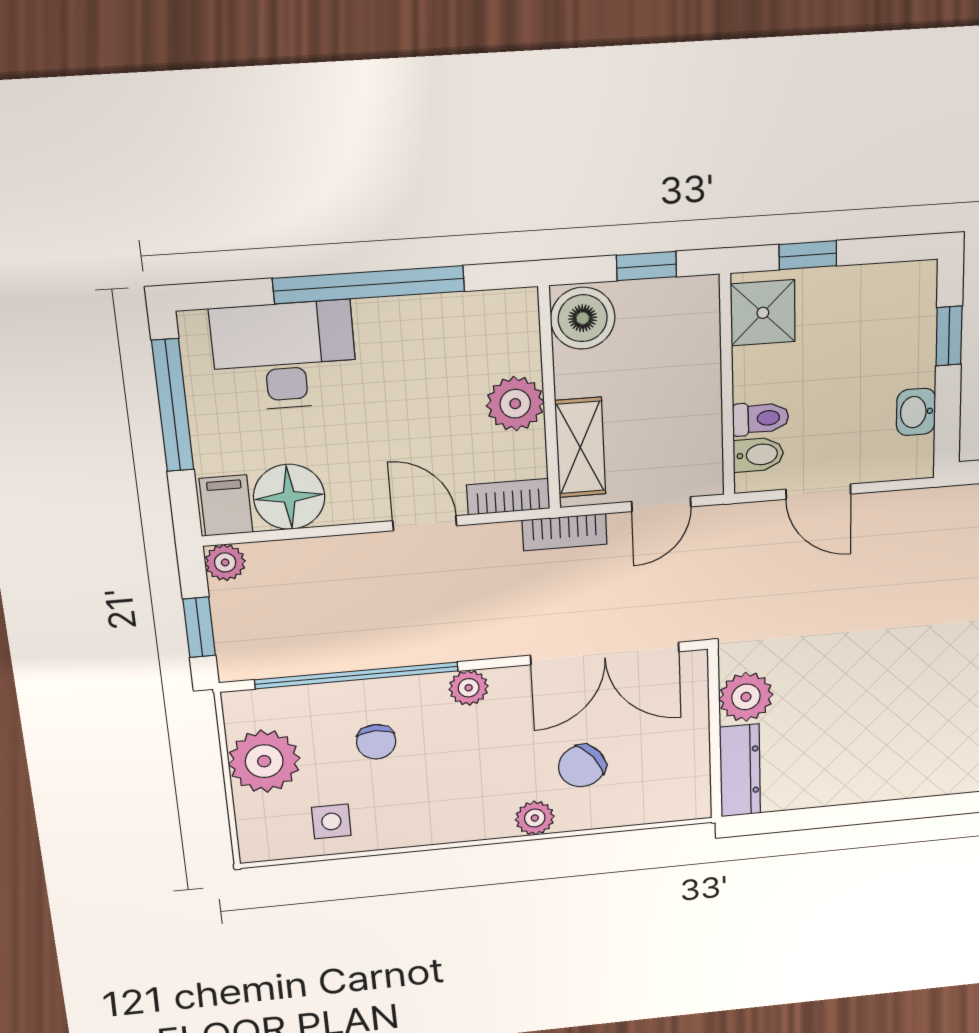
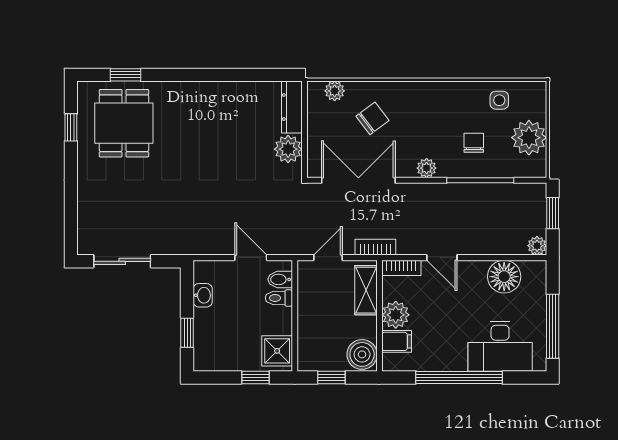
filing cabinet: (226, 505) -> (397, 341), moved, turned -90
window: (357, 675) -> (480, 180), width x0.68
plant: (535, 818) -> (335, 91), moved

